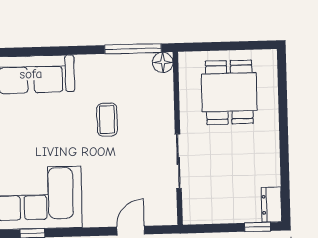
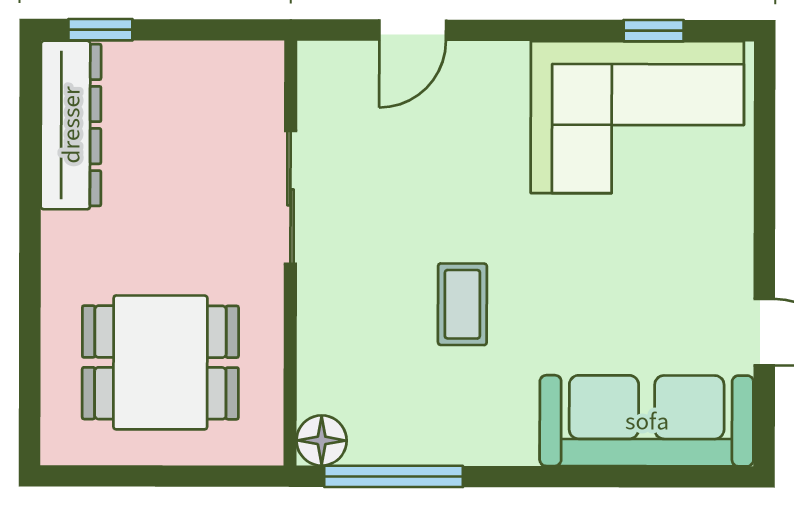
dining table: (229, 92) -> (160, 362), turned 90
dresser: (271, 205) -> (71, 125), width x1.96, depth x1.24

